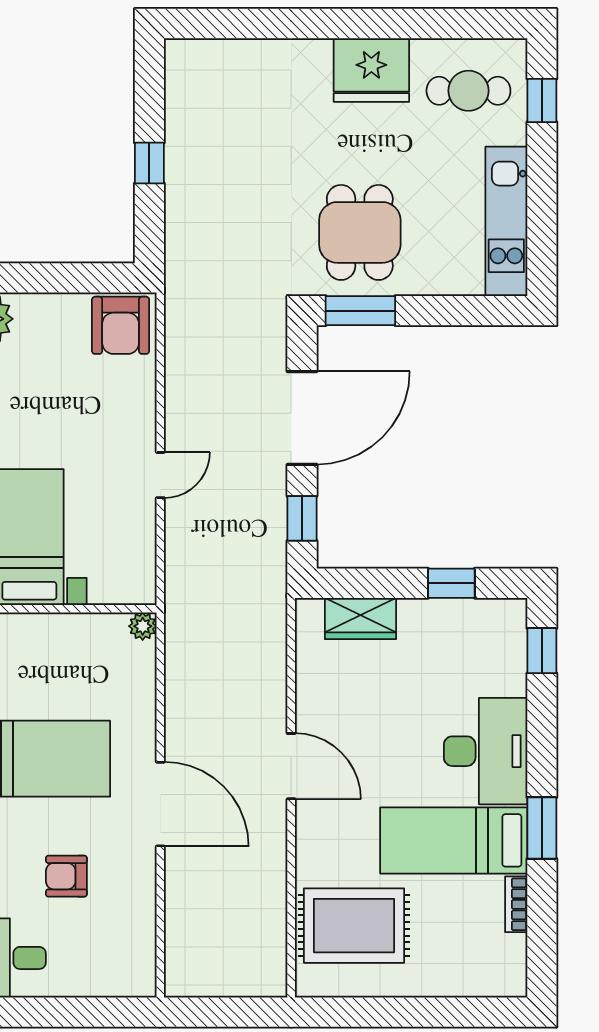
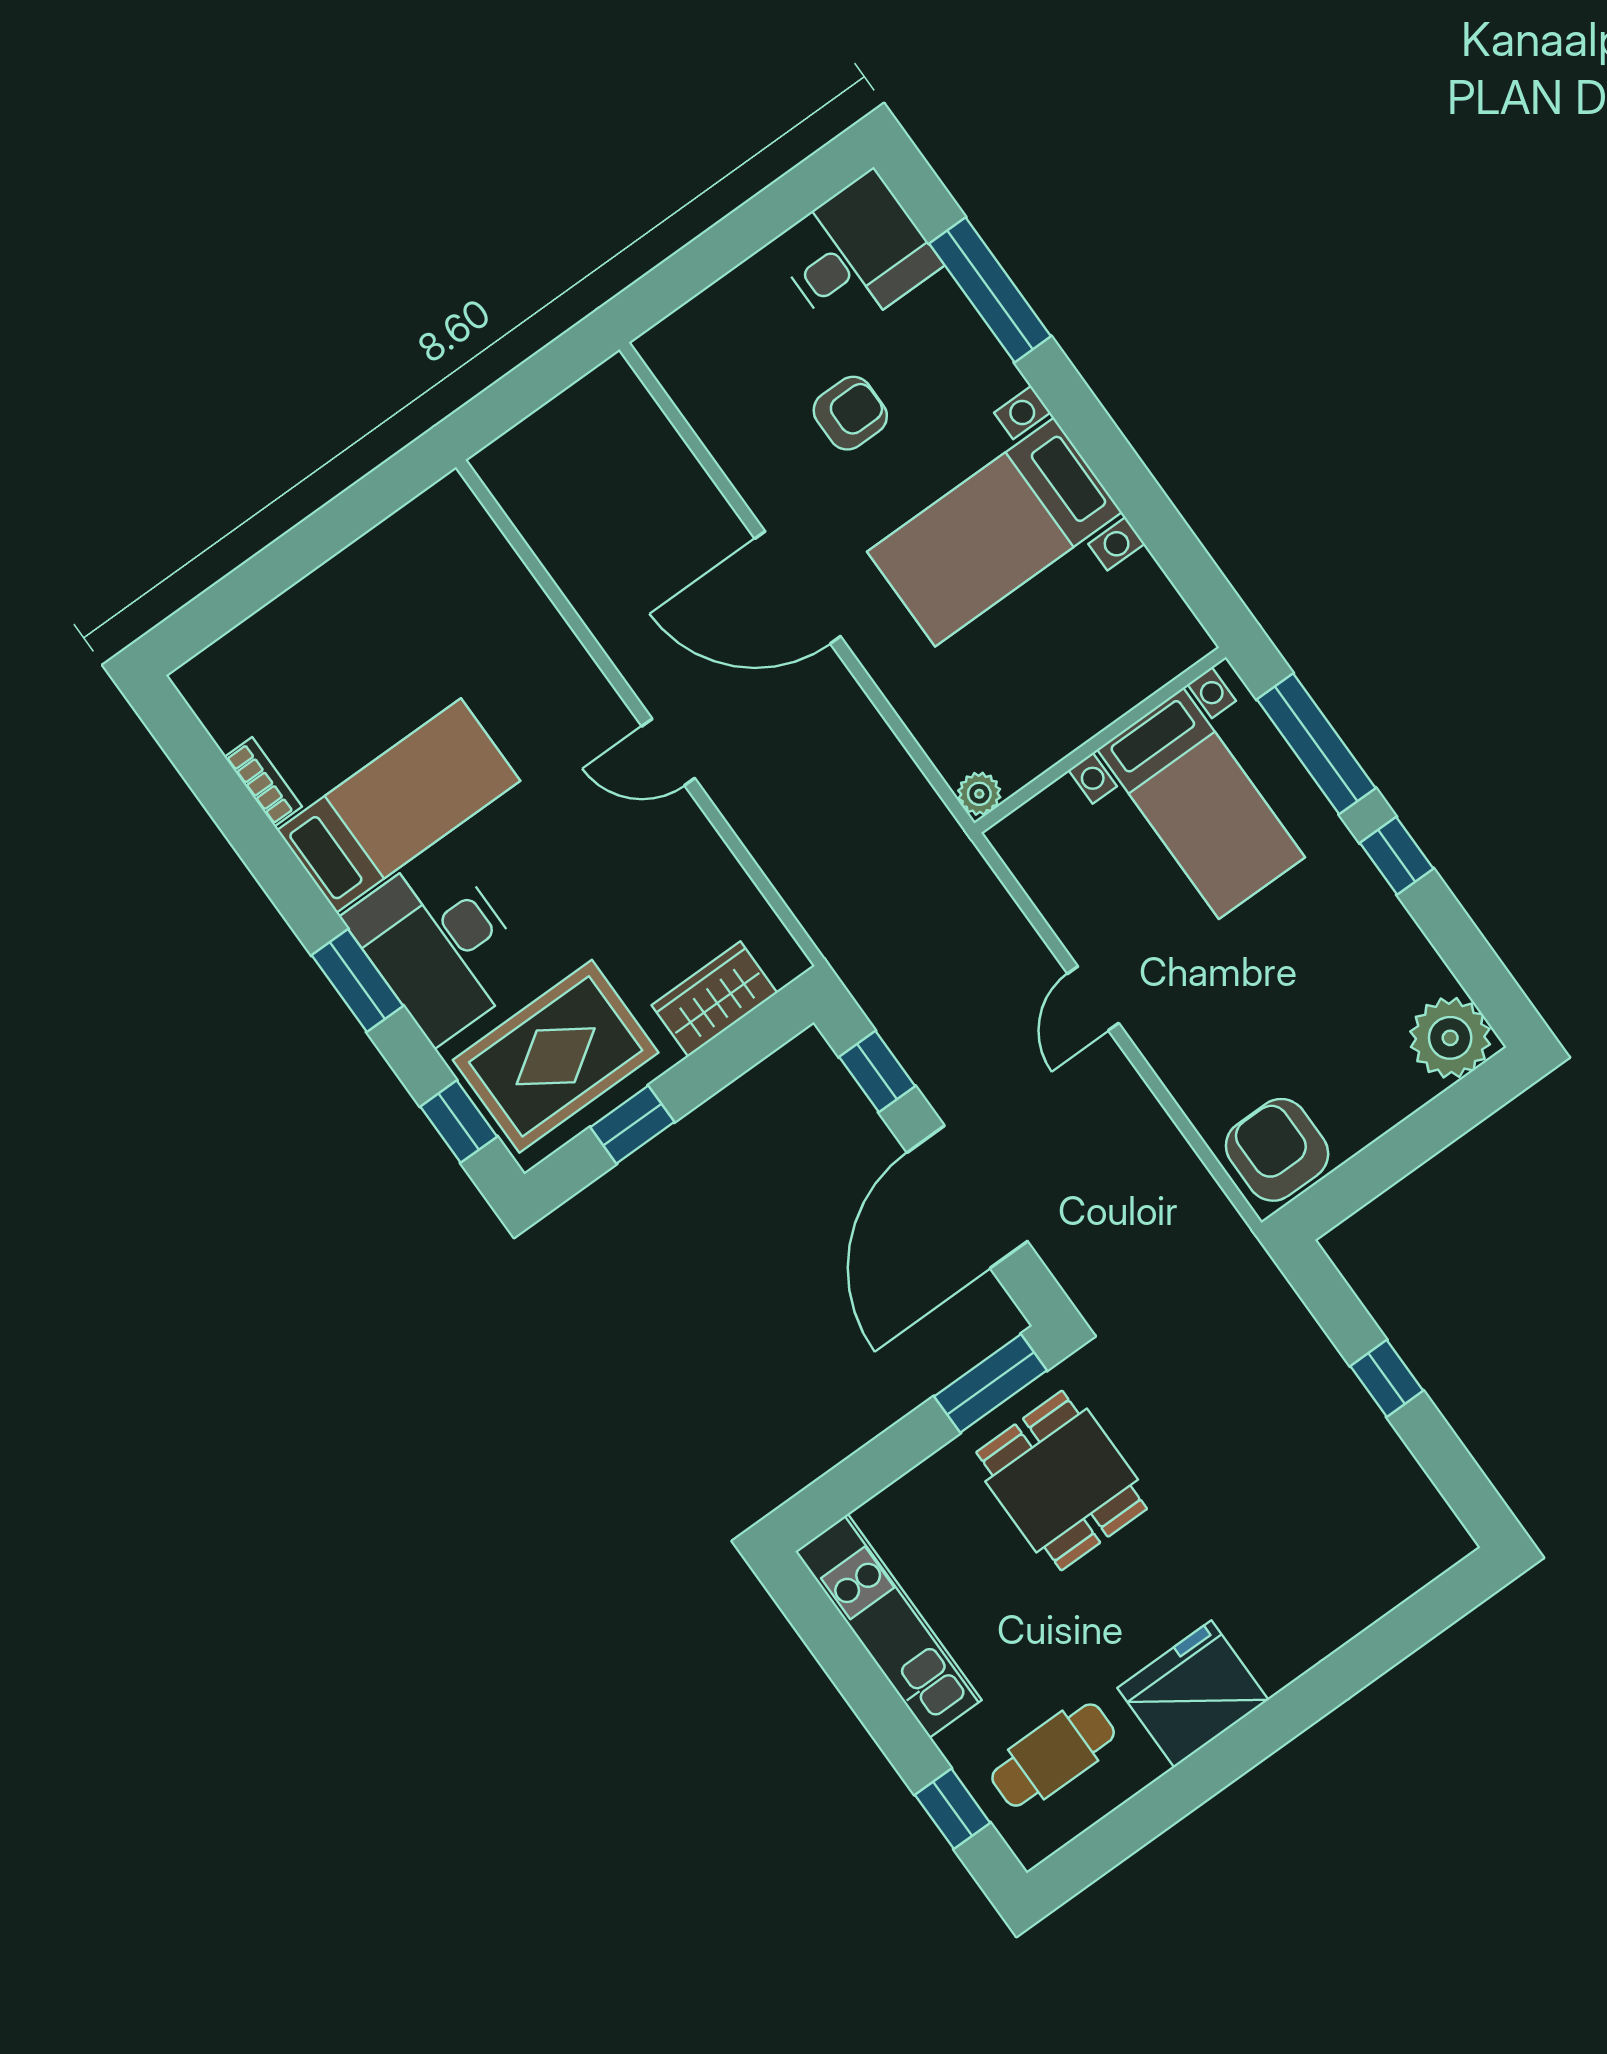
door: (291, 766) -> (668, 752), width x0.73
window: (542, 828) -> (357, 980), moved
rug: (354, 926) -> (556, 1056), moved

